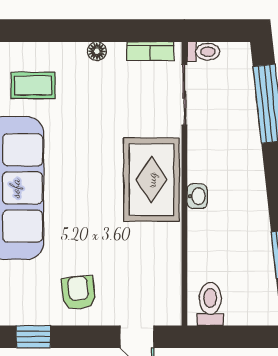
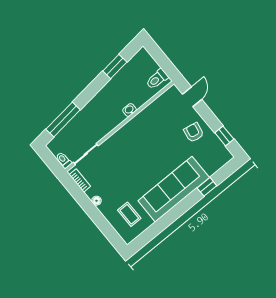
rug: (151, 180) -> (128, 140), removed
washbasin: (197, 196) -> (129, 110), moved
armchair: (79, 293) -> (194, 132), turned 107

